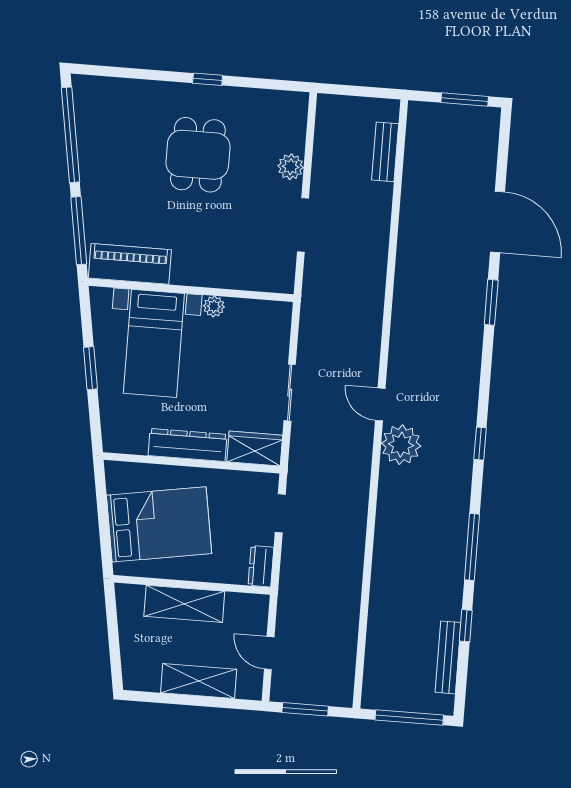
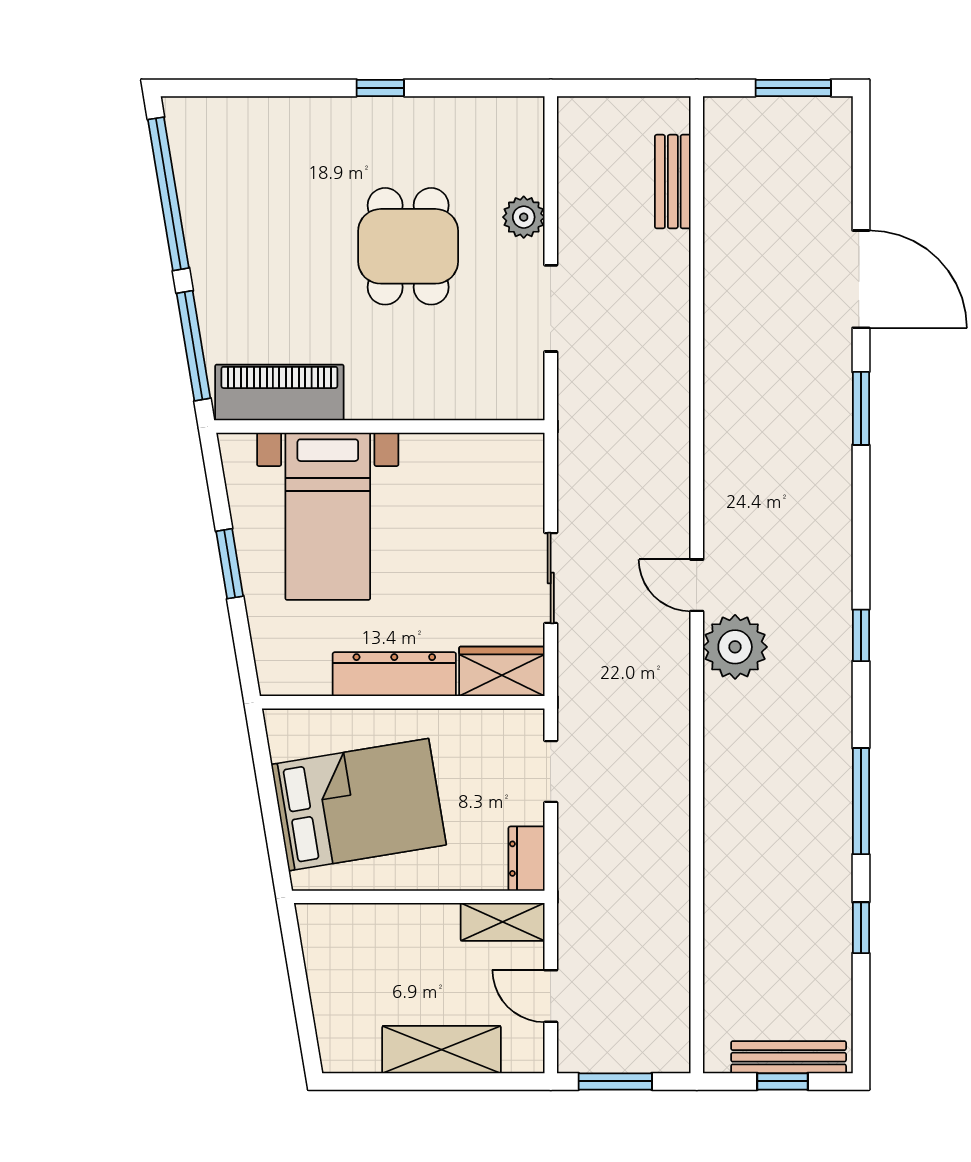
dining table: (198, 155) -> (408, 246), moved
plant: (214, 306) -> (419, 450), removed
shelving: (184, 604) -> (503, 922), moved, width x0.67, depth x0.75
bench: (448, 657) -> (789, 1057), moved, turned 90
window: (409, 718) -> (782, 1081), width x0.46

